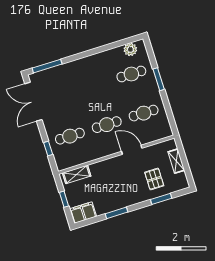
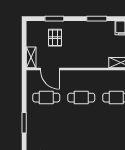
cafe table: (131, 74) -> (46, 135), removed
door: (132, 150) -> (50, 69), moved
shelving: (176, 161) -> (31, 57), moved

